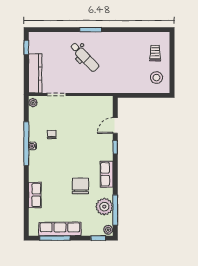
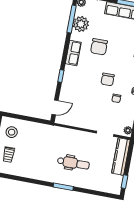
dental chair: (85, 57) -> (73, 163), turned 134
door: (115, 125) -> (55, 107), moved
chair: (65, 153) -> (108, 79), added

